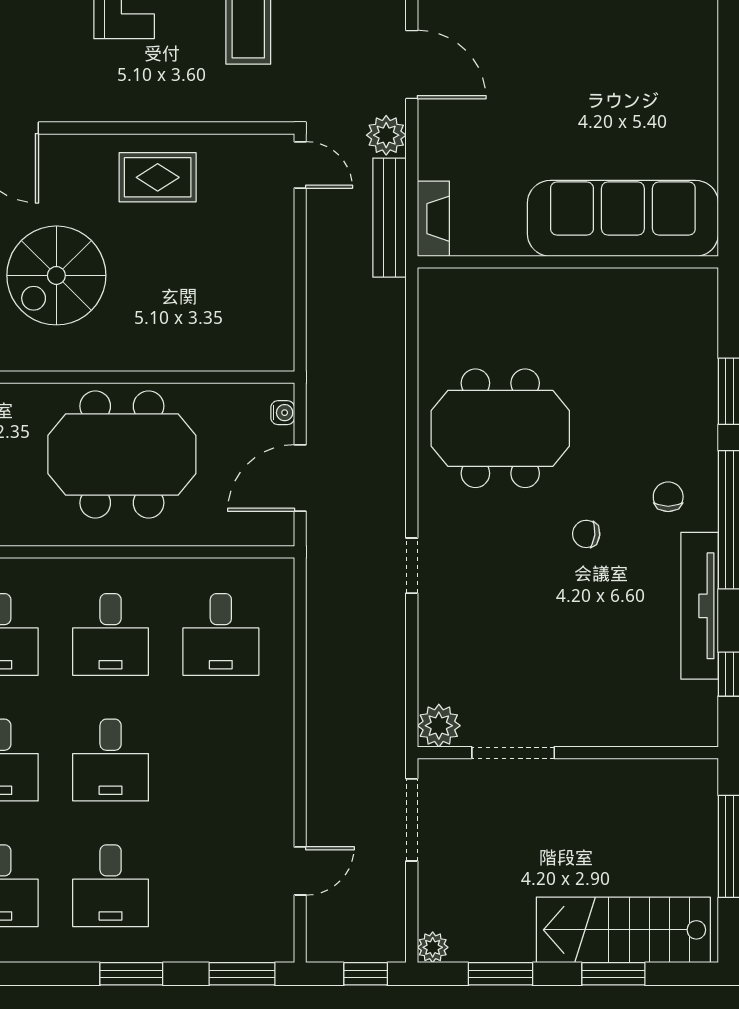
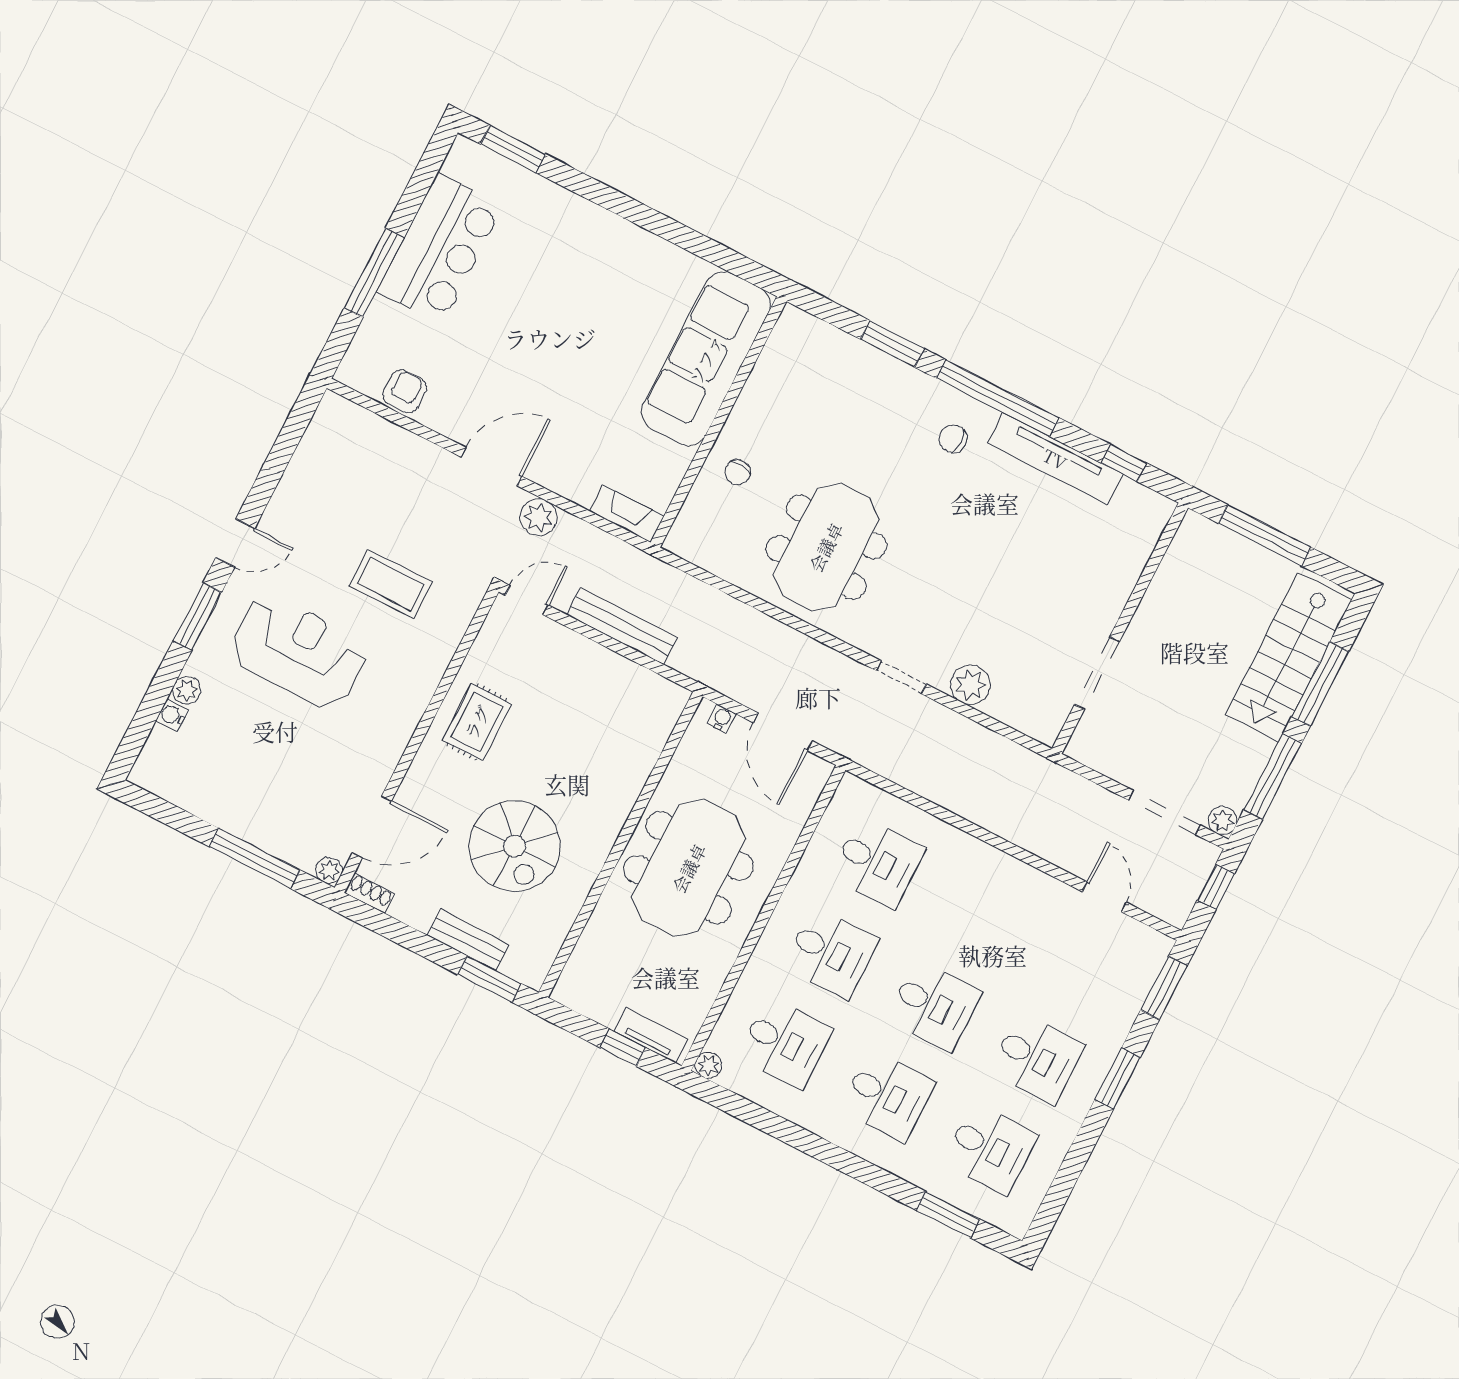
bench: (389, 218) -> (622, 626), moved
chair: (586, 534) -> (738, 472), moved
plant: (439, 726) -> (970, 685), moved
doorway: (412, 820) -> (1164, 813), moved
window: (500, 974) -> (1273, 776), width x1.44
window: (613, 974) -> (1320, 684), width x1.44

